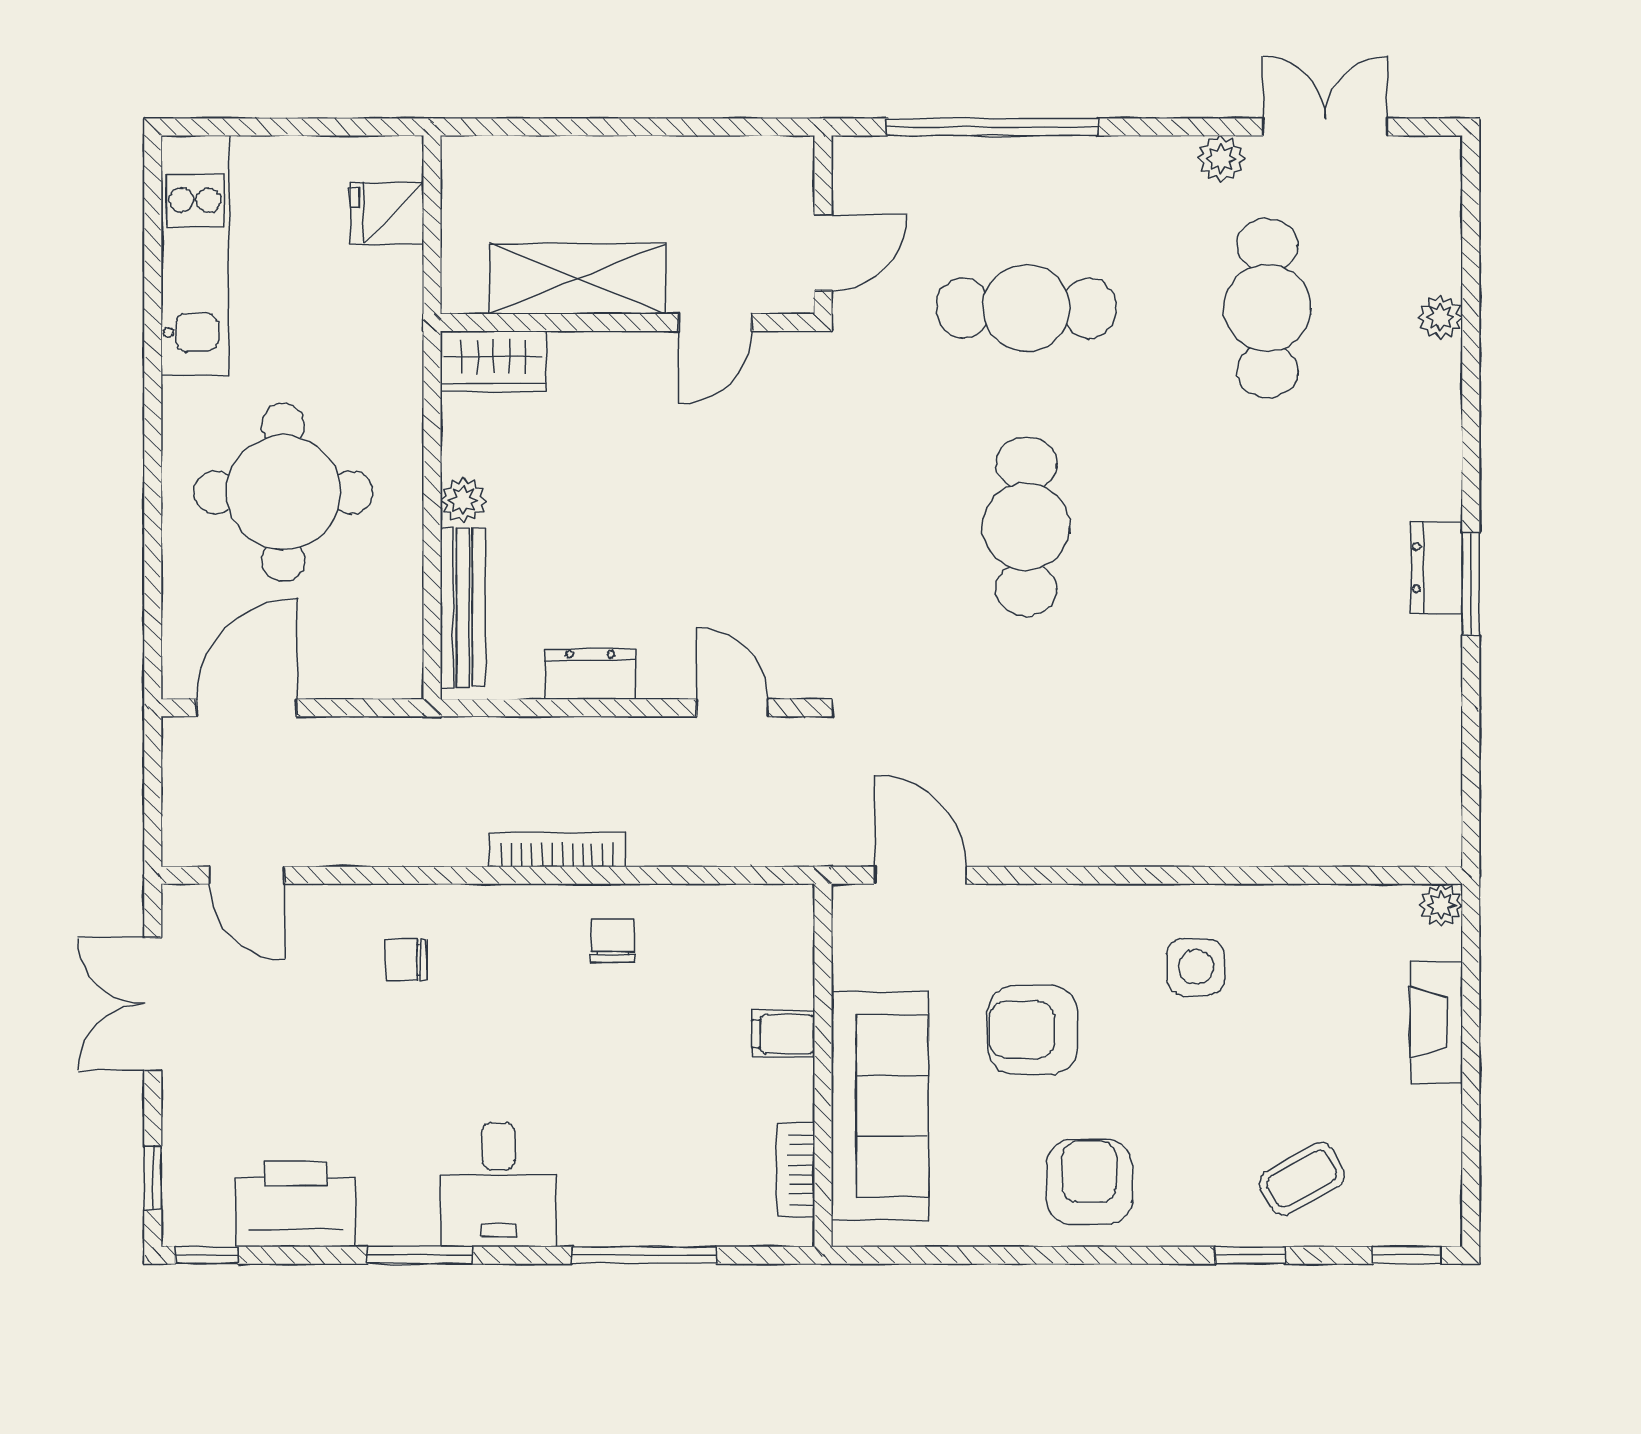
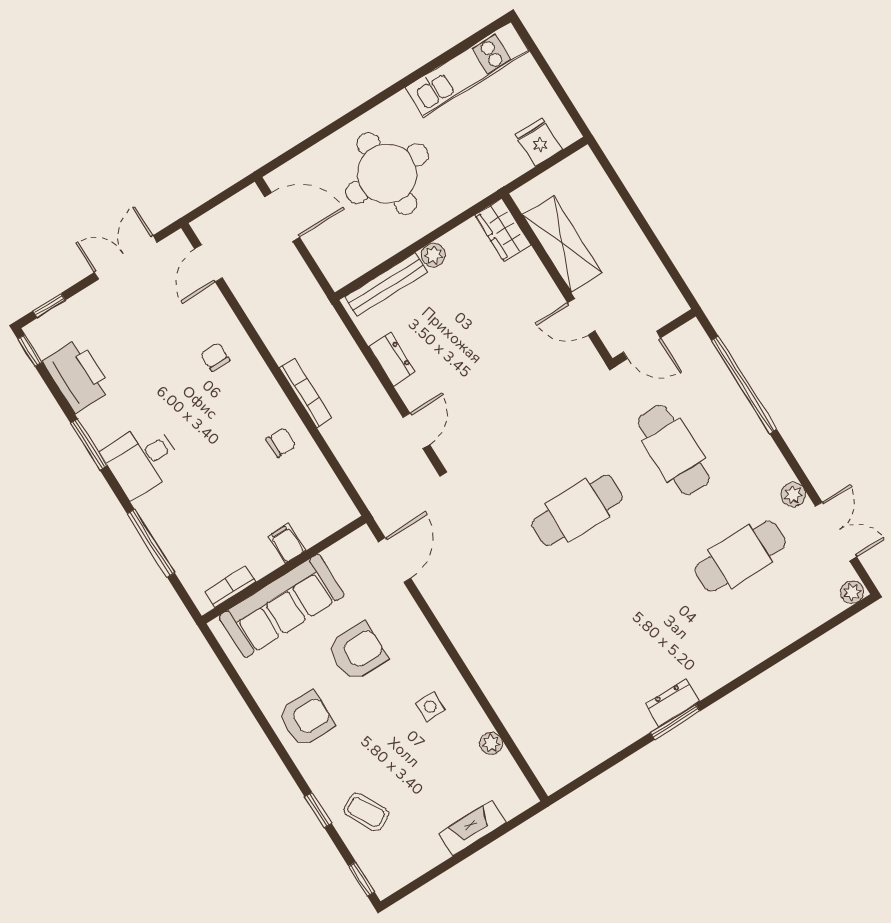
plant: (1440, 317) -> (852, 592), moved
plant: (1441, 905) -> (491, 743), moved
side table: (1196, 967) -> (430, 707), width x0.73, depth x0.73
armchair: (1033, 1030) -> (358, 652), turned 90

